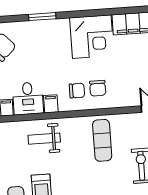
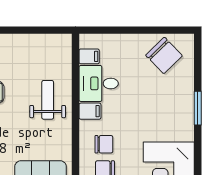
chair: (77, 91) -> (104, 144), turned -90

